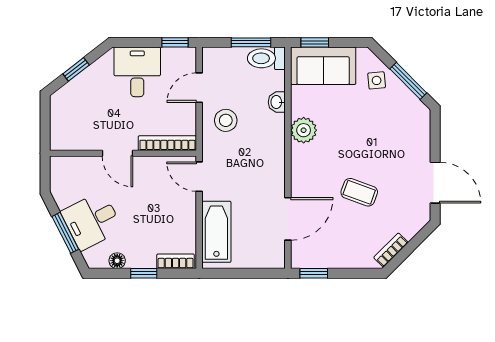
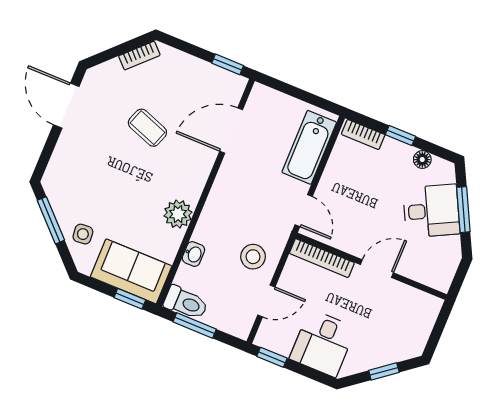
door: (117, 153) -> (377, 269), hinge flipped

